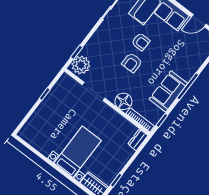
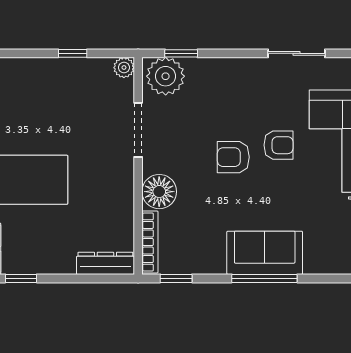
armchair: (141, 42) -> (279, 145), turned -90
plant: (65, 78) -> (124, 68), added
sofa: (168, 91) -> (265, 253), moved
dresser: (138, 140) -> (105, 263), width x1.44

